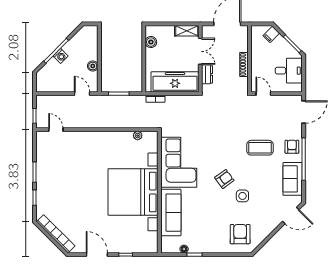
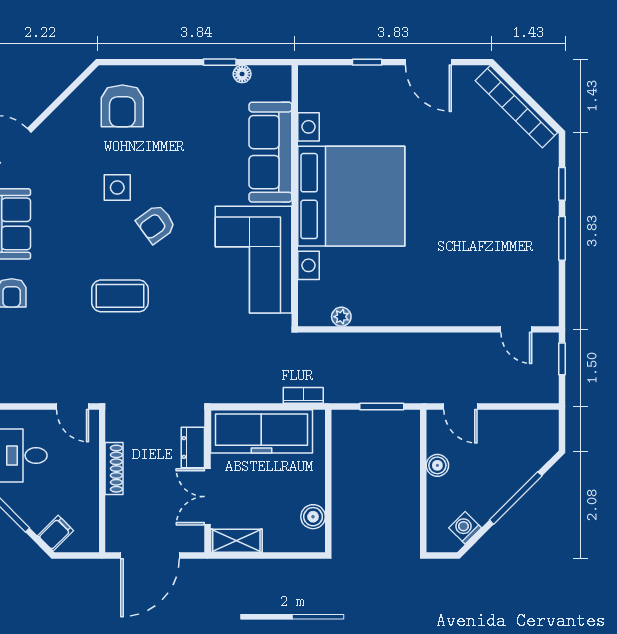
washing machine: (61, 56) -> (465, 528), moved
coffee table: (260, 148) -> (120, 296), moved

